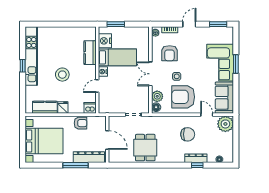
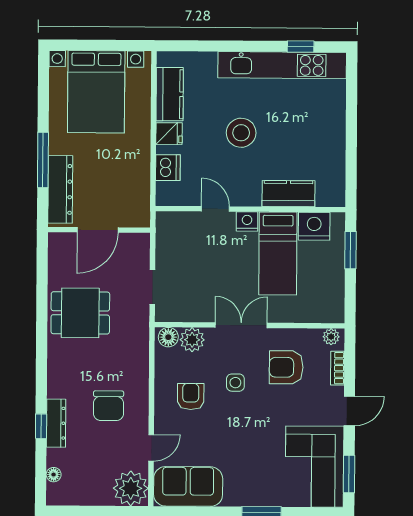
door: (189, 24) -> (349, 411), hinge flipped
corner sofa: (220, 63) -> (315, 467), moved, turned -90
window: (23, 66) -> (301, 47), moved
armchair: (183, 97) -> (191, 396), width x0.53, depth x0.53
dishwasher: (90, 108) -> (168, 168), moved
armchair: (81, 123) -> (135, 172), removed

